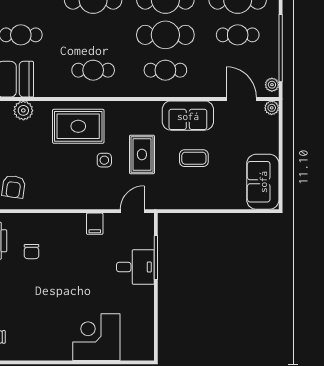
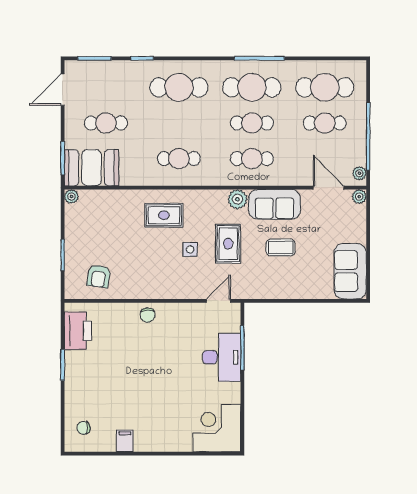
cafe table: (165, 35) -> (252, 123), width x0.73, depth x0.74
plant: (23, 110) -> (238, 199), moved
rug: (78, 126) -> (164, 215), width x0.73, depth x0.70
filing cabinet: (95, 224) -> (125, 441), moved, turned 180
chair: (32, 252) -> (148, 315), moved
desk: (135, 267) -> (222, 357), width x1.37
corner desk: (96, 337) -> (217, 428), moved

